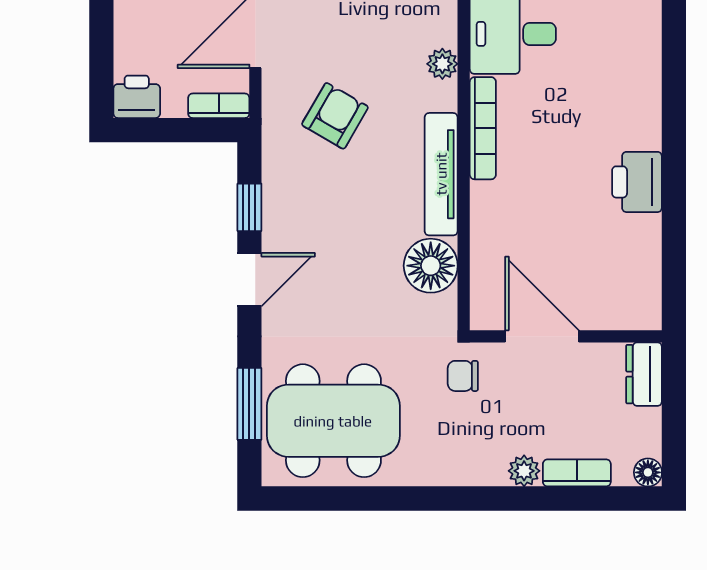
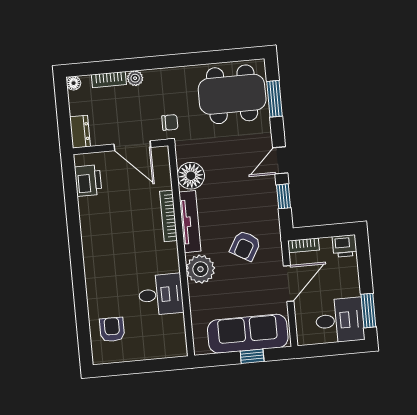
plant: (442, 64) -> (200, 269), width x1.87, depth x1.87
bookcase: (483, 128) -> (169, 216), moved
printer: (637, 182) -> (88, 181), moved

